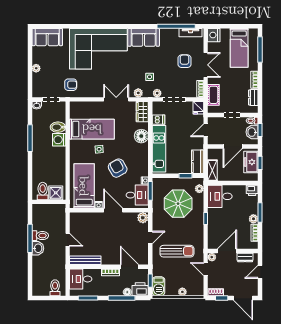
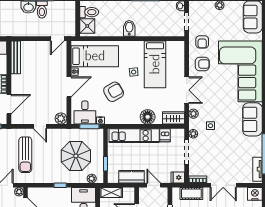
armchair: (185, 61) -> (202, 64), moved
bidet: (58, 127) -> (129, 28), moved
washing machine: (59, 140) -> (144, 30), removed
kitchen counter: (198, 162) -> (131, 177), moved
door: (68, 240) -> (57, 39), moved

